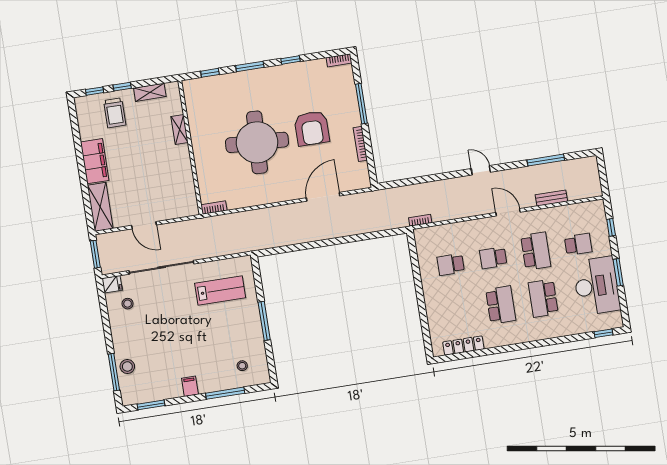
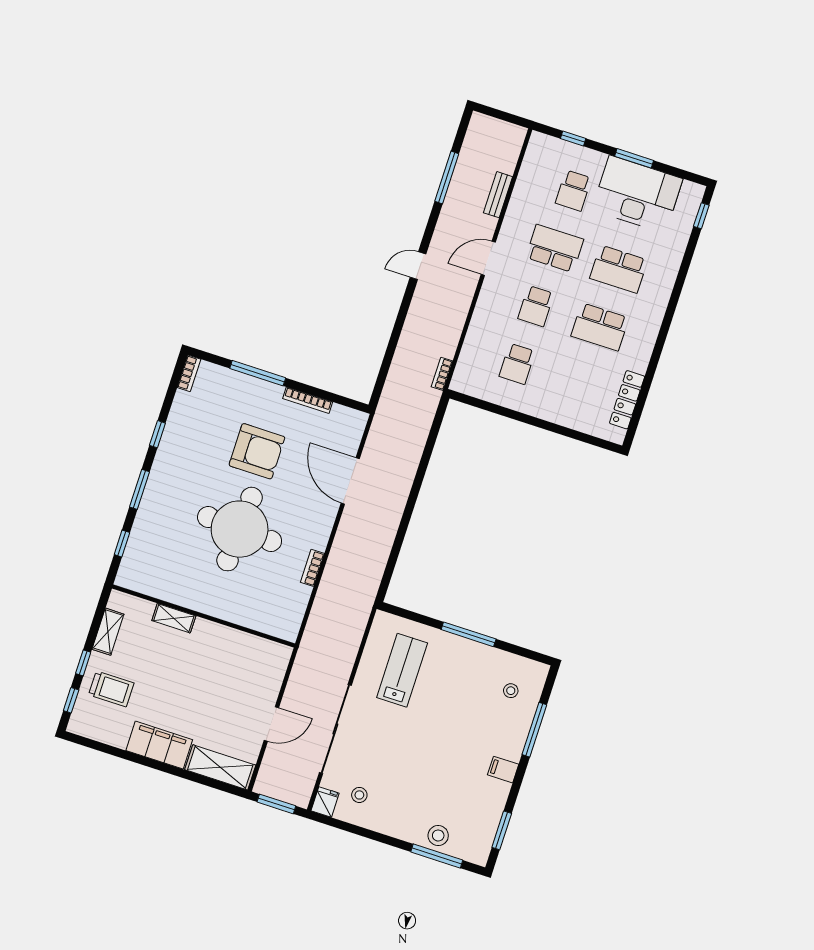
bookcase: (214, 208) -> (312, 568), moved
school desk: (578, 244) -> (573, 191), turned 180
school desk: (501, 305) -> (600, 327), turned 180

